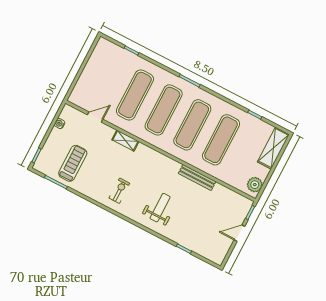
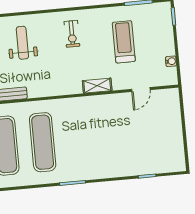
exercise mat: (135, 95) -> (116, 135), removed
exercise mat: (164, 110) -> (79, 139), removed
treadmill: (73, 163) -> (124, 42), moved, turned 180
weight bench: (160, 208) -> (22, 43), turned 180

